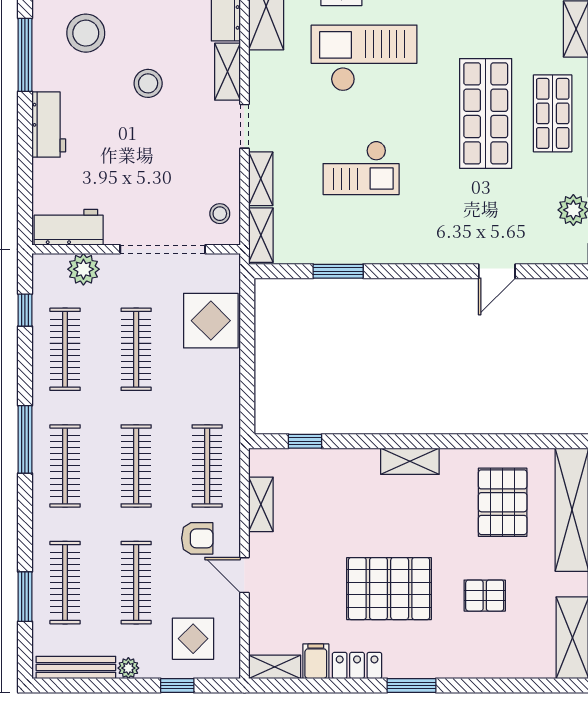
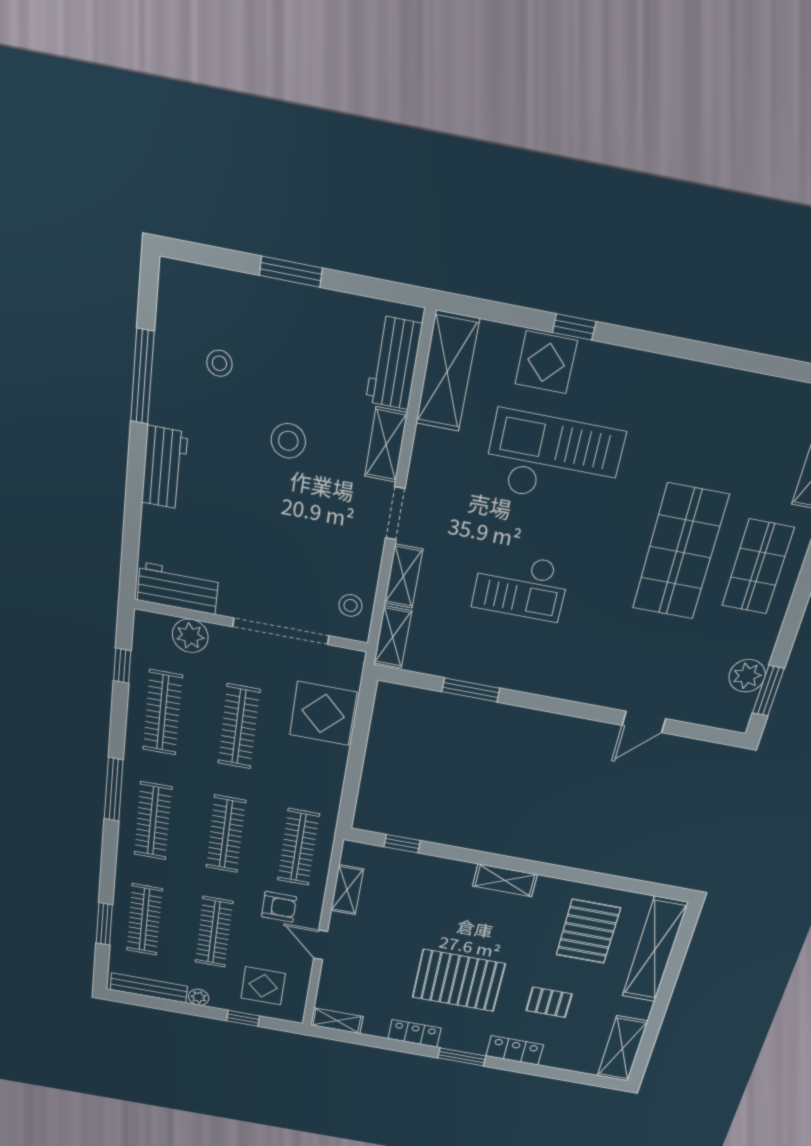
stool: (86, 33) -> (219, 363), width x0.53, depth x0.53
filing cabinet: (316, 661) -> (376, 1023), removed
locker: (464, 665) -> (515, 1050), added

